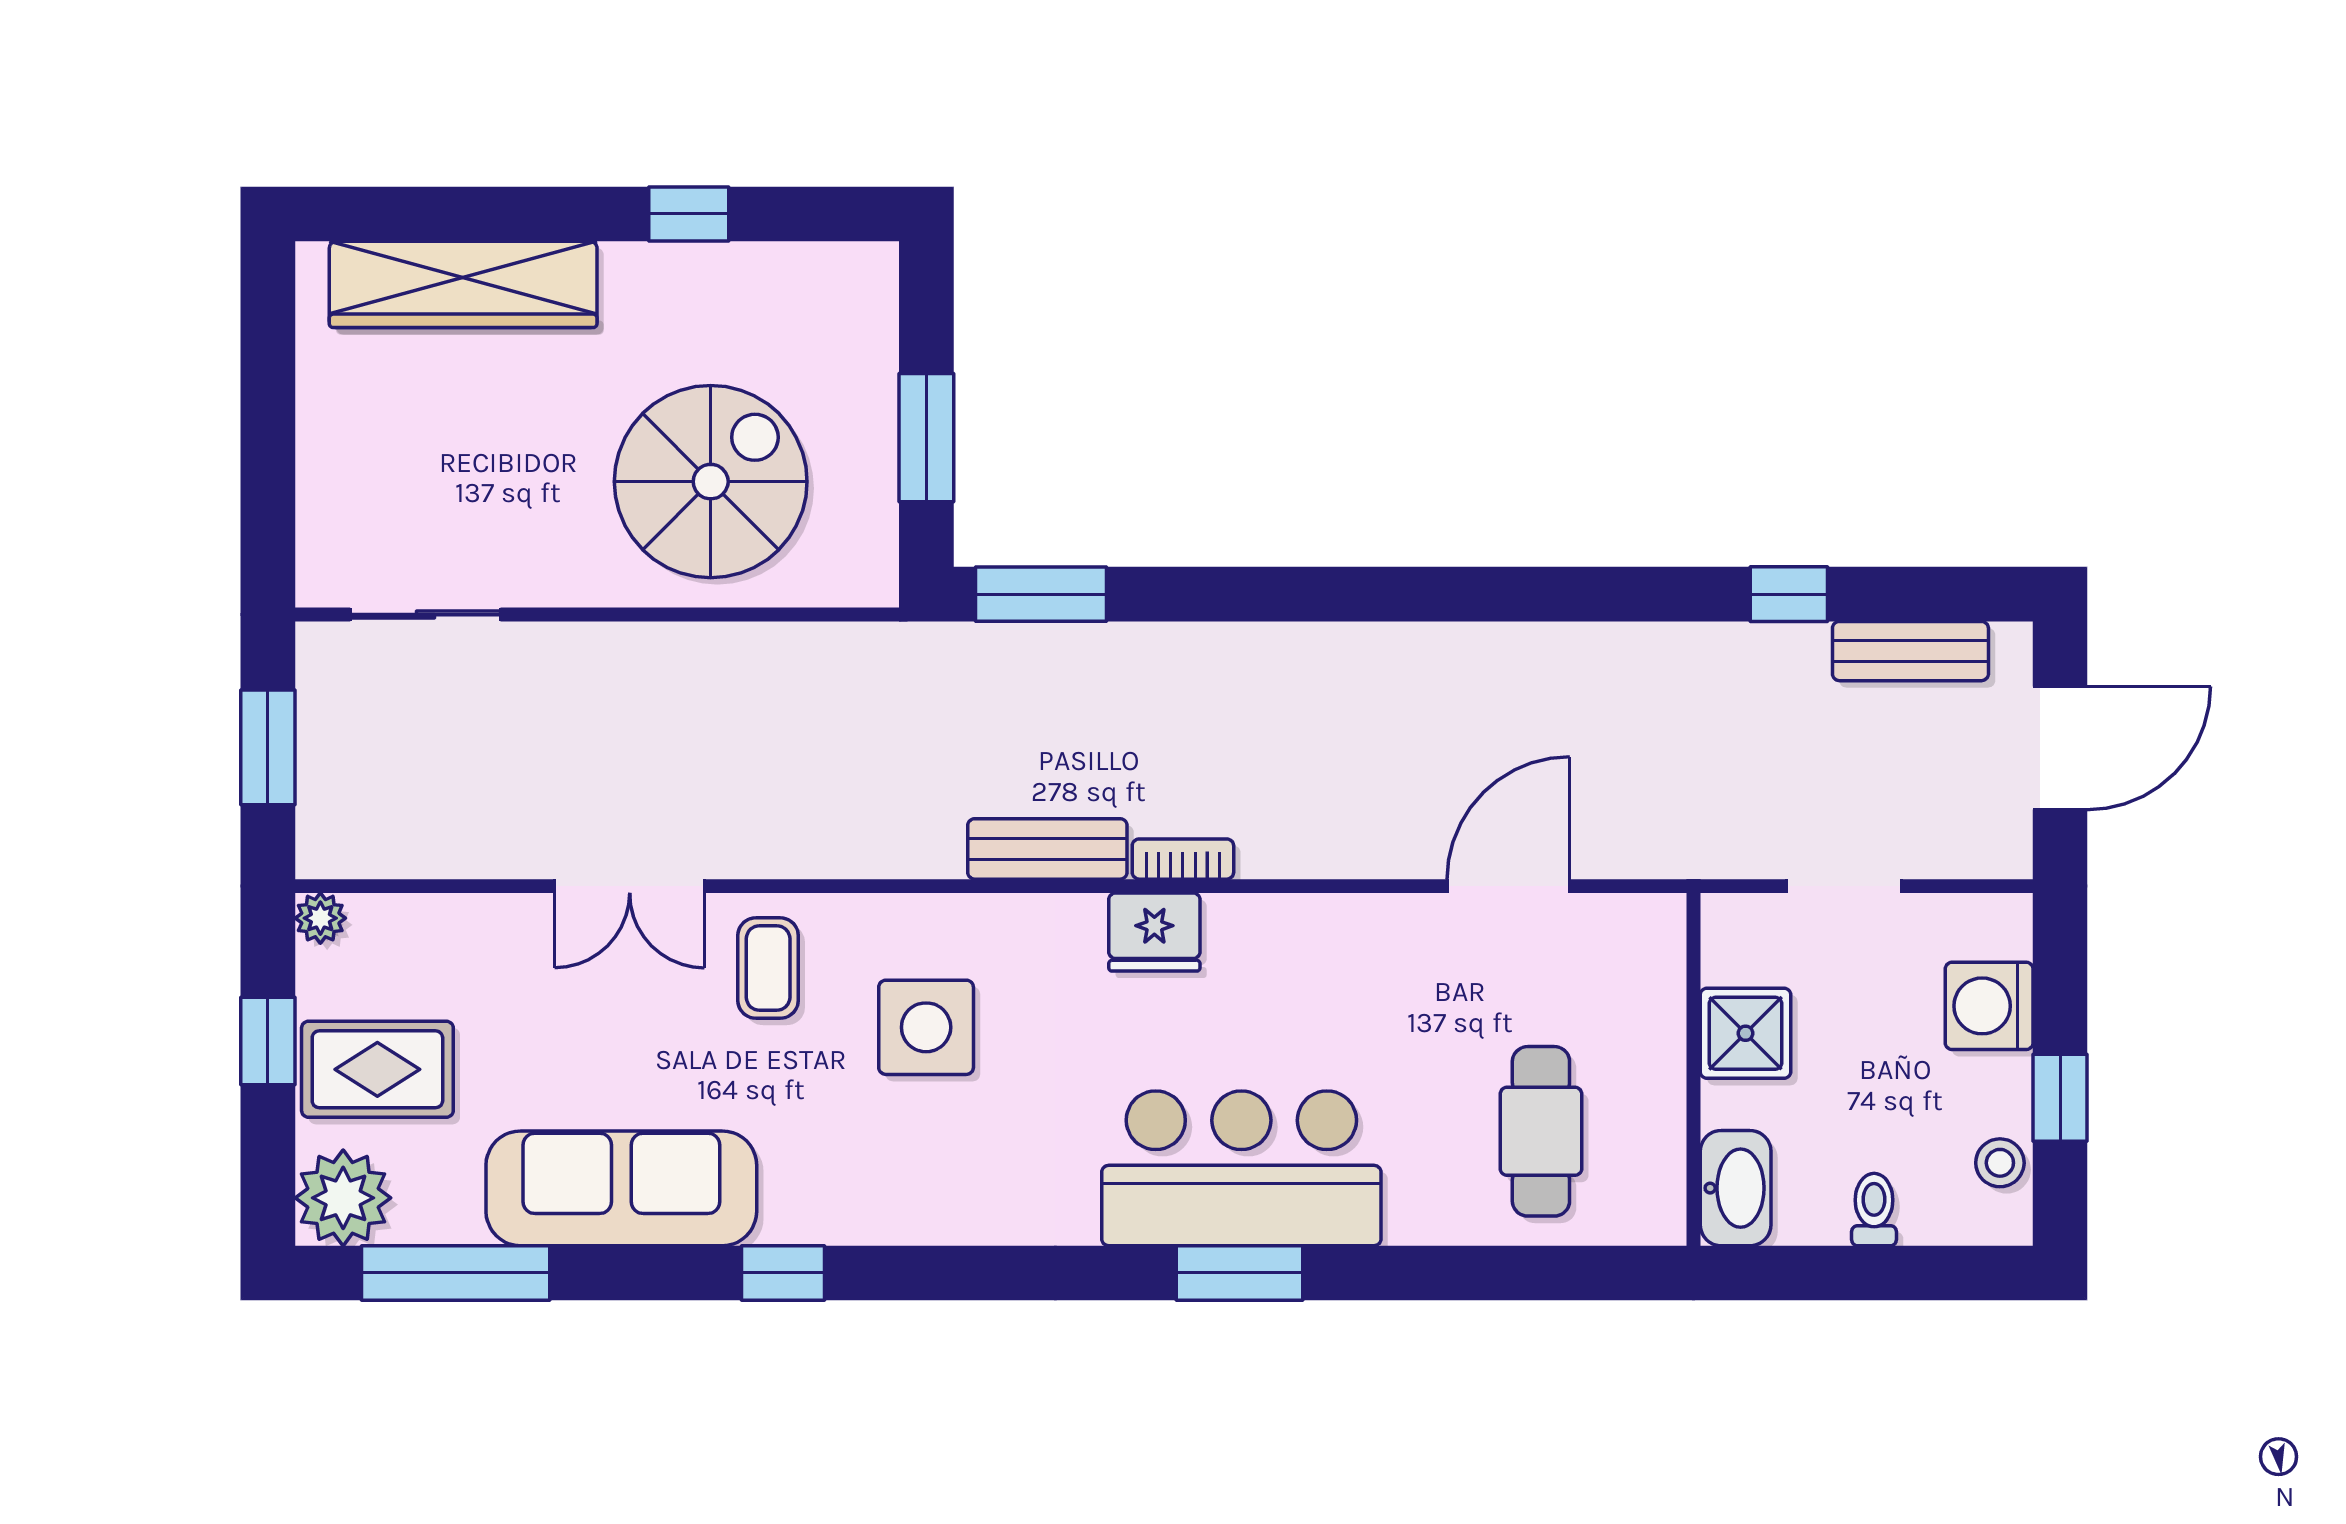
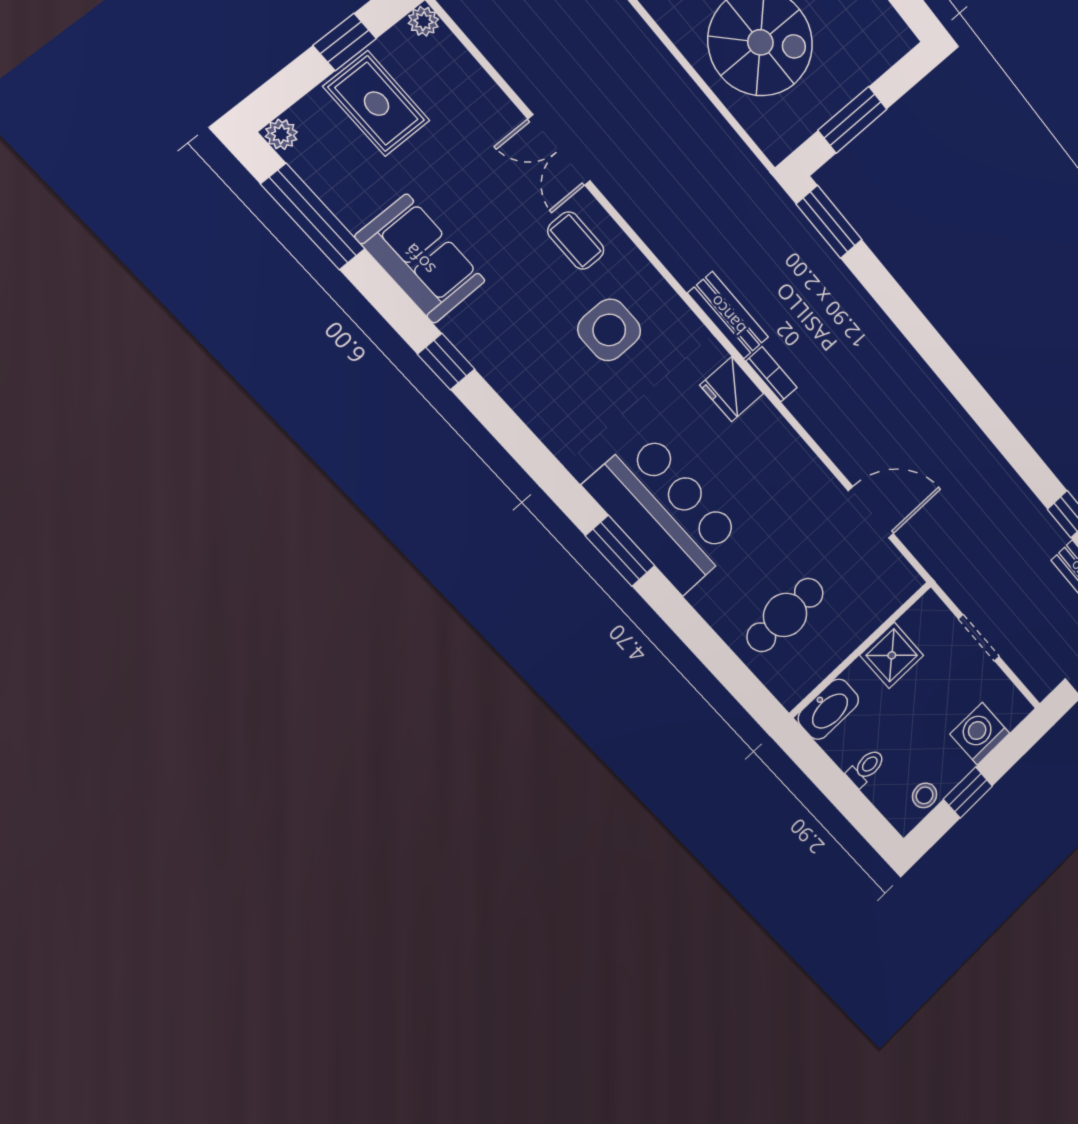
coffee table: (768, 968) -> (576, 241), turned 90
sofa: (621, 1188) -> (420, 259), width x0.73
plant: (343, 1198) -> (281, 134), width x0.53, depth x0.53

